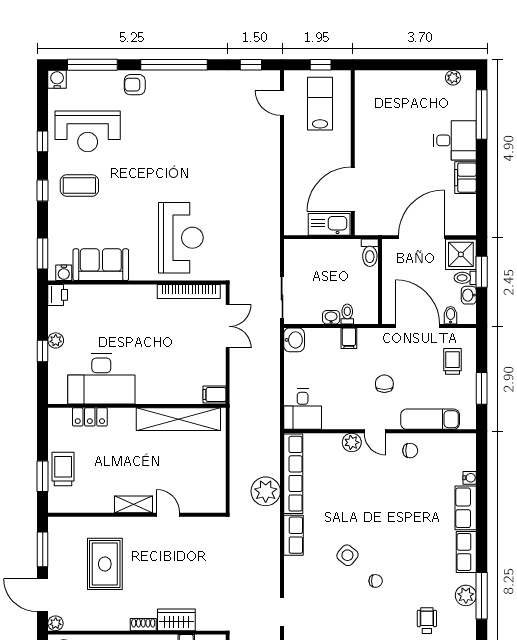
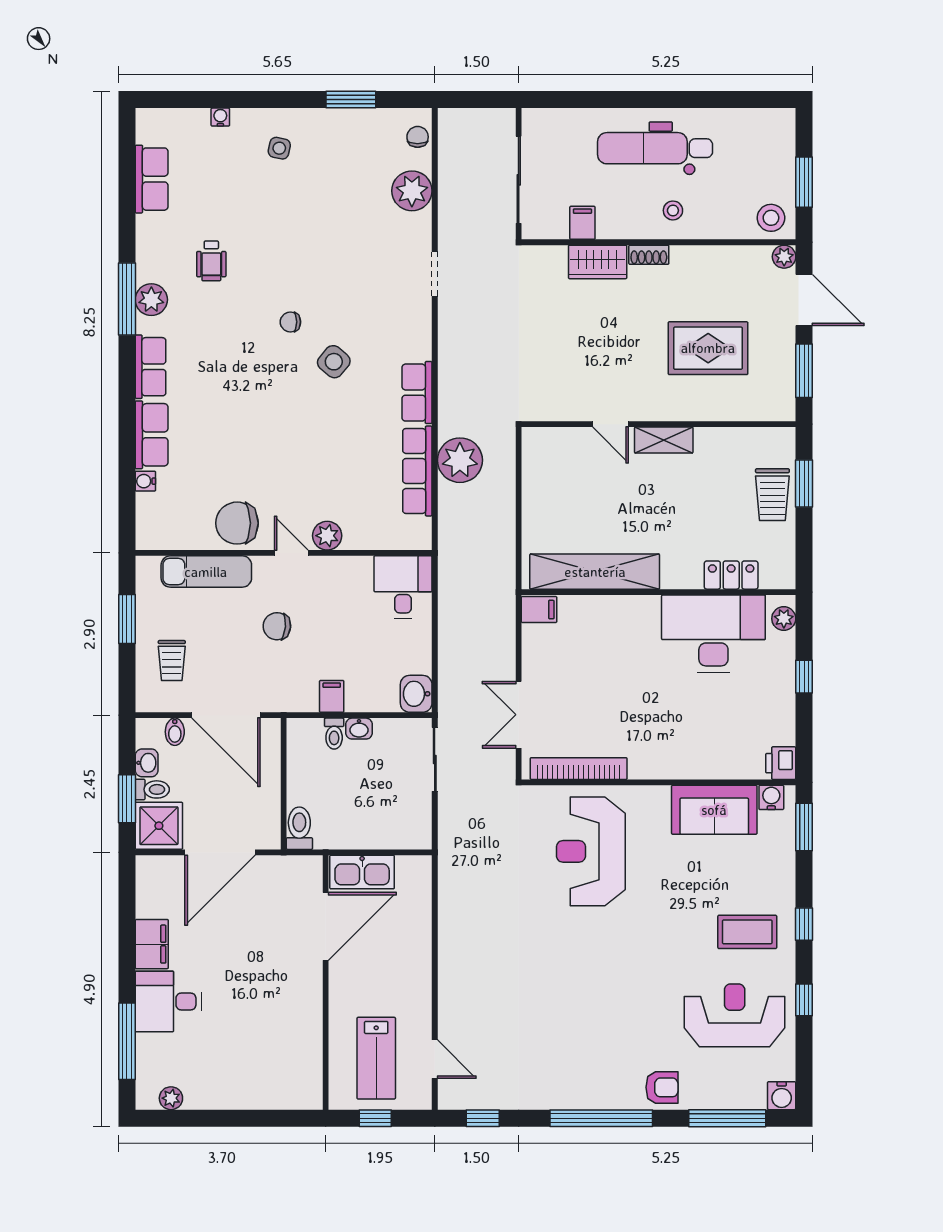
plant: (56, 340) -> (784, 619), moved
chair: (384, 384) -> (277, 626), turned 95
chair: (410, 451) -> (237, 523), width x1.87, depth x1.87
row of seats: (293, 474) -> (417, 471), width x0.73
rug: (105, 564) -> (708, 348), turned 90

